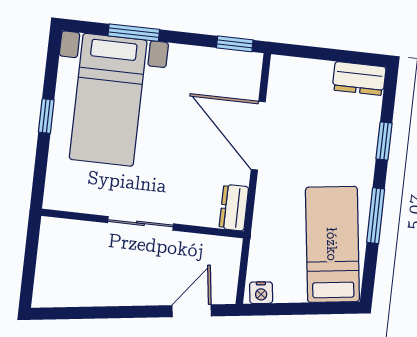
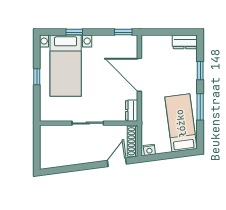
window: (134, 33) -> (74, 32), width x0.67
shoe rack: (229, 271) -> (133, 141), added

